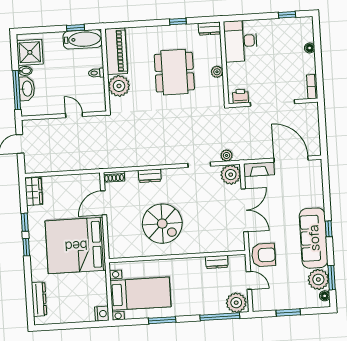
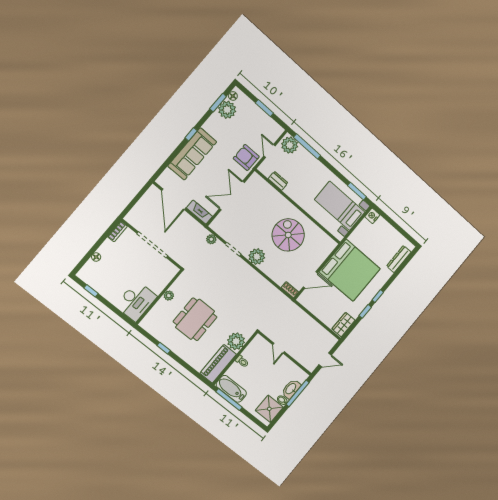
window: (76, 28) -> (229, 400), width x2.17
dresser: (209, 29) -> (148, 326), removed
printer: (240, 96) -> (168, 267), removed
plant: (231, 175) -> (257, 257), moved
dresser: (150, 176) -> (269, 271), removed
sofa: (314, 238) -> (192, 154), moved
window: (162, 320) -> (357, 191), moved

